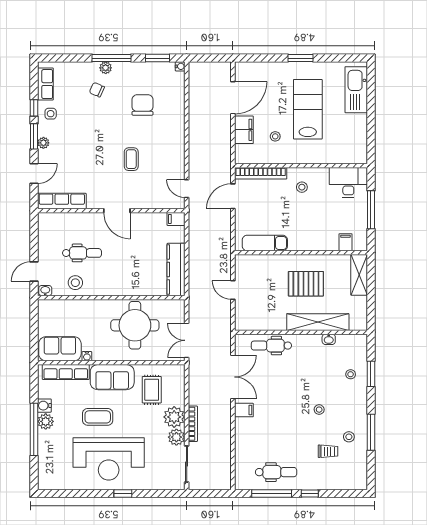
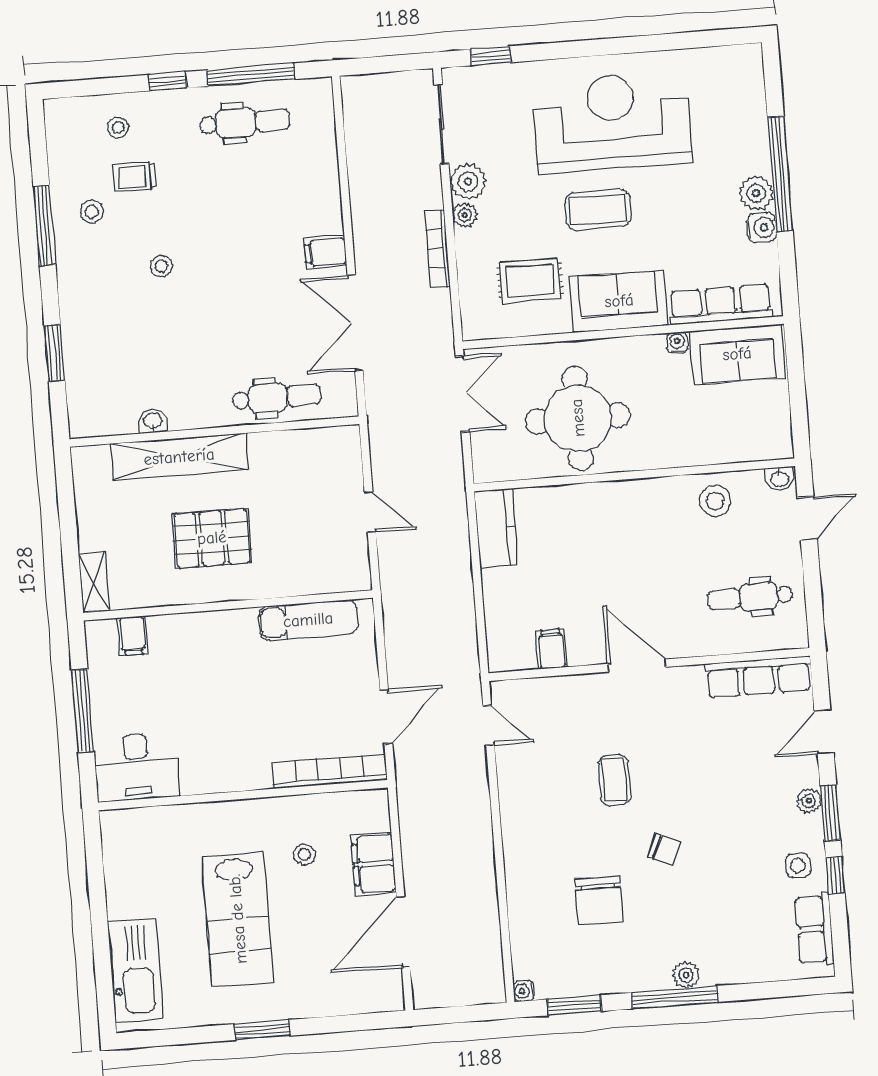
chair: (97, 90) -> (664, 849), moved
stool: (302, 187) -> (237, 748), removed
filing cabinet: (176, 219) -> (552, 649), moved, turned -90
dental chair: (82, 253) -> (750, 597), moved
kitchen counter: (176, 269) -> (496, 528), width x0.67
shelving: (359, 275) -> (94, 582), width x0.67, depth x0.75
stool: (351, 374) -> (118, 128), moved
rug: (152, 390) -> (530, 281), turned 90
coffee table: (98, 417) -> (598, 209), moved
plant: (174, 417) -> (465, 215), width x0.53, depth x0.53
bookcase: (193, 424) -> (437, 249), moved
dental chair: (276, 472) -> (245, 122), turned 180
window: (123, 494) -> (490, 56), moved

